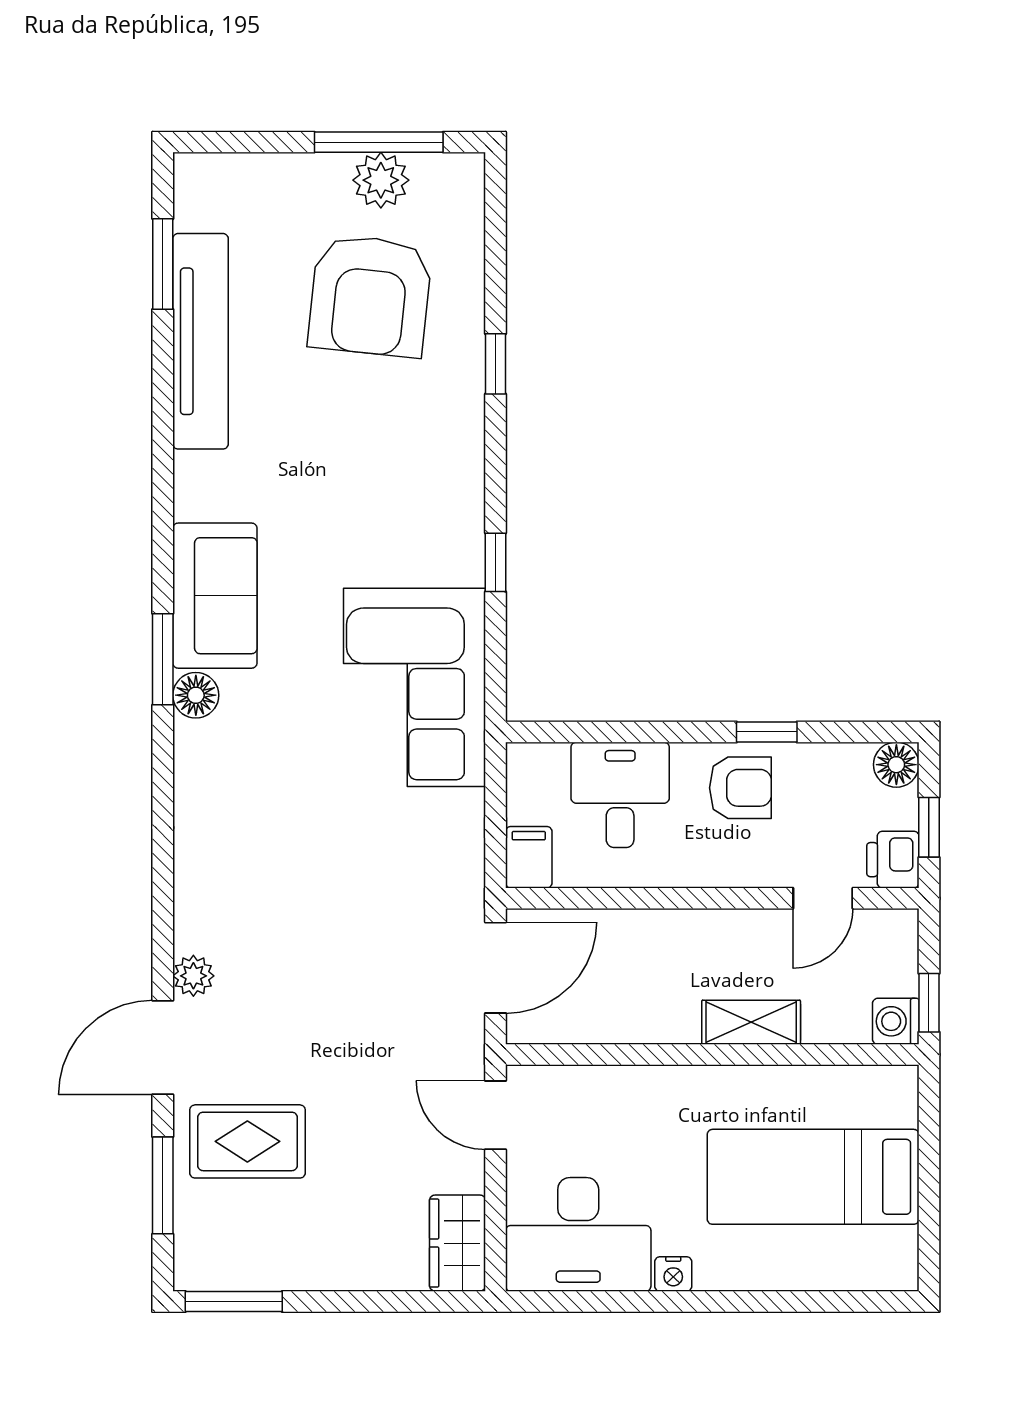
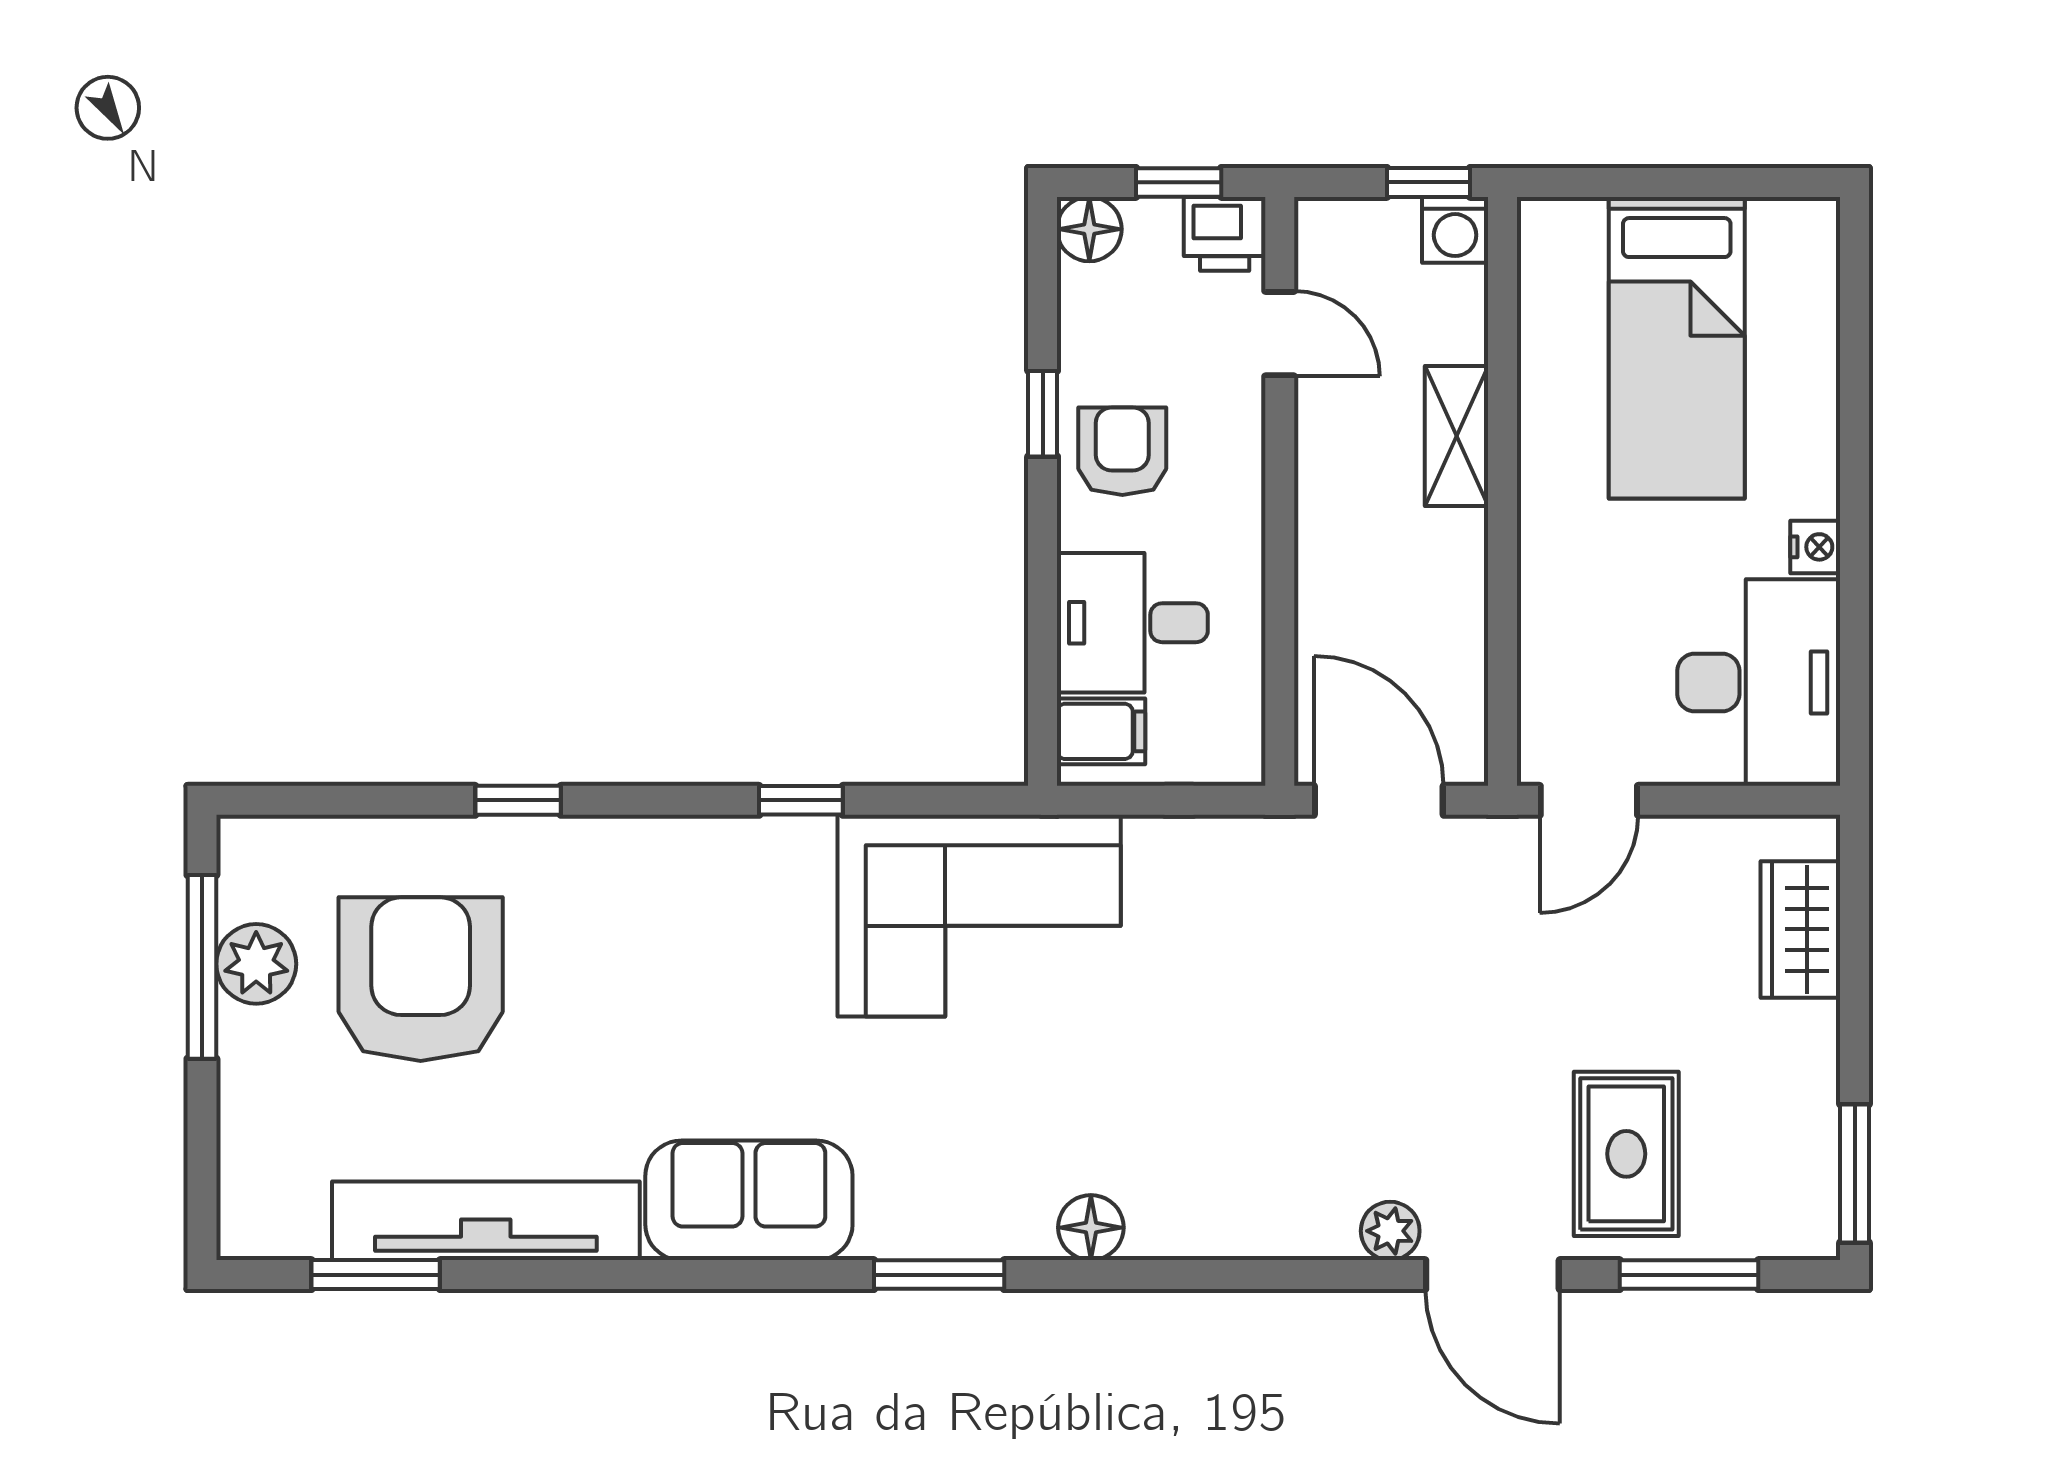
armchair: (370, 296) -> (421, 979), turned -96
sofa: (215, 596) -> (749, 1200), moved
floor lamp: (196, 695) -> (1091, 1228), moved
filing cabinet: (529, 857) -> (1101, 731), moved, turned 180
wardrobe: (458, 1243) -> (1800, 929), moved, turned 90

